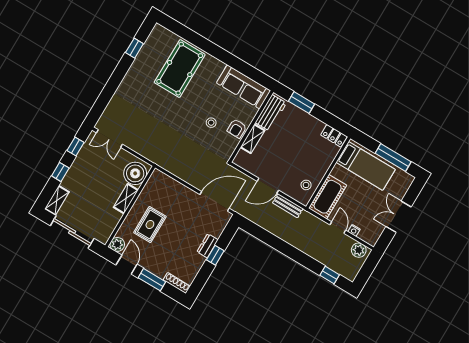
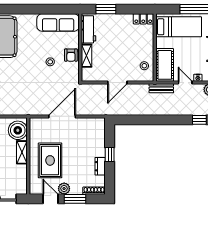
door: (215, 201) -> (62, 116), moved
bench: (288, 206) -> (161, 88), moved
rug: (150, 225) -> (50, 160), width x1.36, depth x1.43
plant: (117, 244) -> (64, 189), moved
dresser: (207, 246) -> (100, 166), moved

